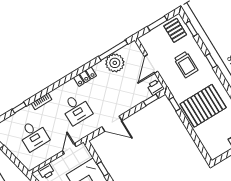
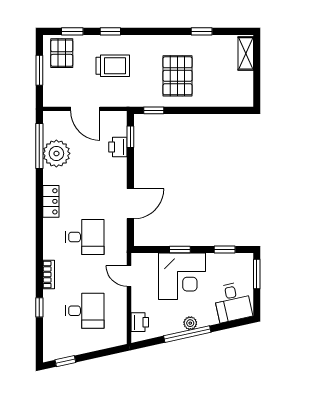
pallet: (175, 30) -> (62, 53), turned 90
window: (211, 61) -> (110, 31), moved
printer: (156, 87) -> (118, 147), moved
pallet: (203, 106) -> (178, 76), width x0.73, depth x0.71

